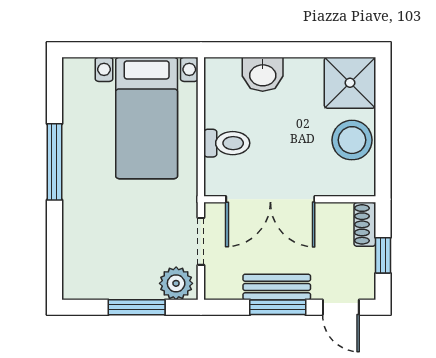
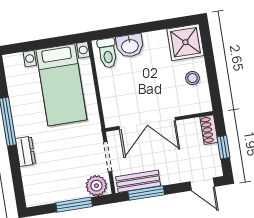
stool: (352, 140) -> (192, 78), width x0.53, depth x0.53
toilet: (227, 143) -> (108, 53), moved, turned 90
dresser: (74, 212) -> (26, 151), added
bench: (277, 287) -> (138, 181), moved
window: (278, 307) -> (146, 193), moved

